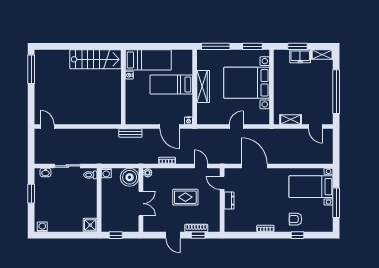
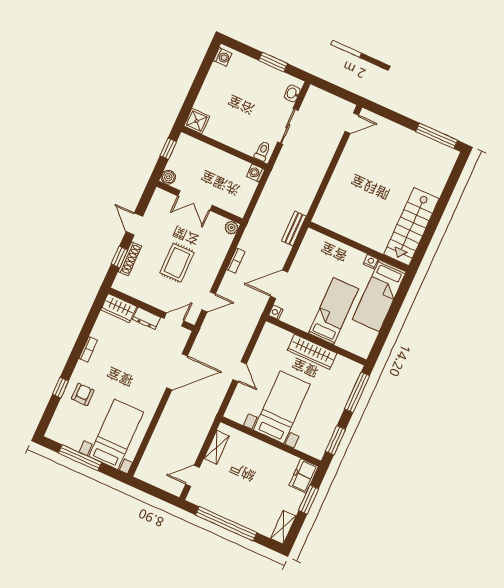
freezer: (300, 56) -> (304, 476), moved
bed with nightstands: (247, 83) -> (282, 407), width x0.73
boiler: (130, 177) -> (168, 177), moved, width x0.54, depth x0.54
wardrobe: (231, 221) -> (119, 308), added
door: (173, 235) -> (134, 224), hinge flipped

